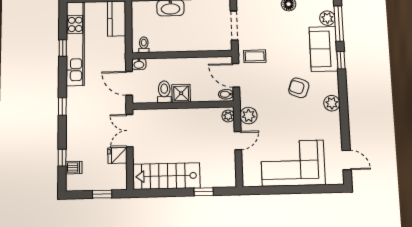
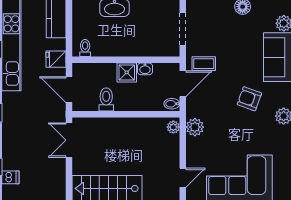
washbasin: (139, 64) -> (145, 69), moved
door: (236, 75) -> (183, 84), swing flipped
shower: (181, 93) -> (127, 72), moved
door: (238, 141) -> (183, 178), moved
fridge: (117, 155) -> (56, 59), moved

